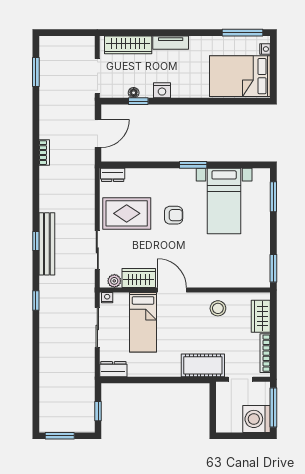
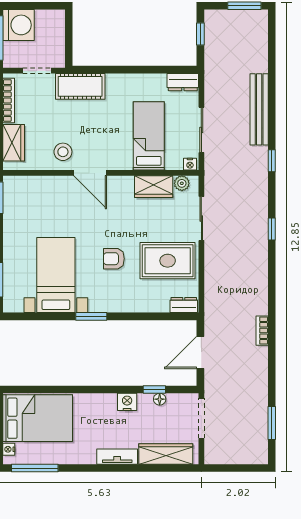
bench: (47, 244) -> (259, 109), moved
door: (172, 290) -> (90, 173), moved

